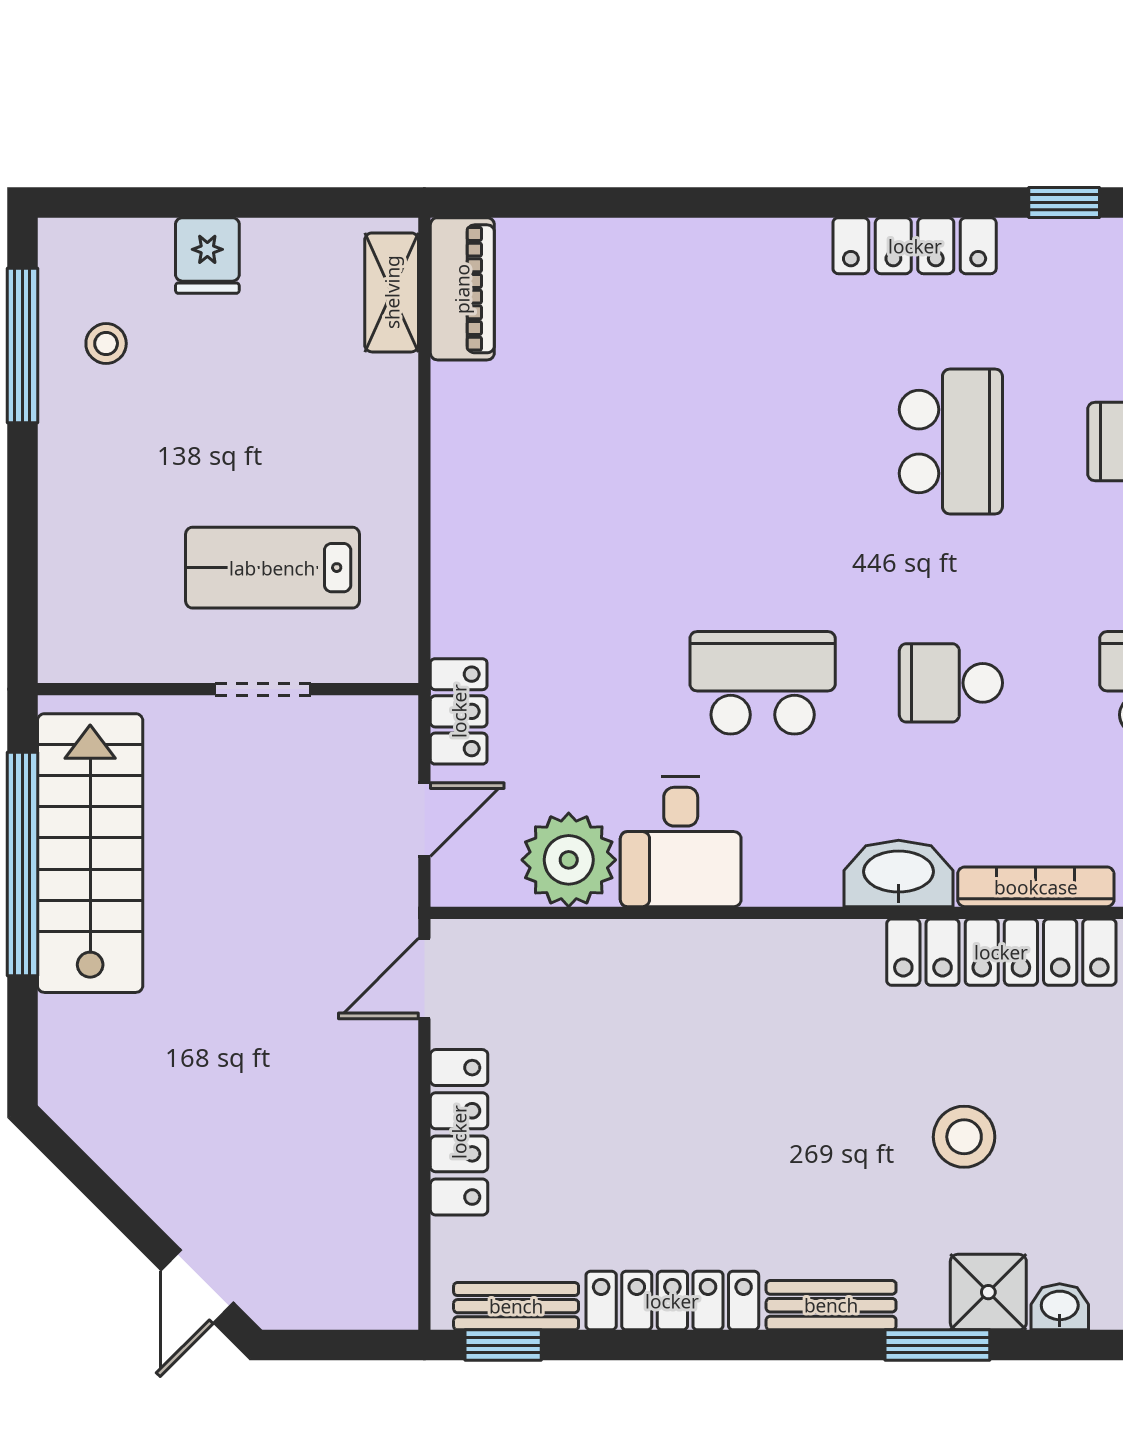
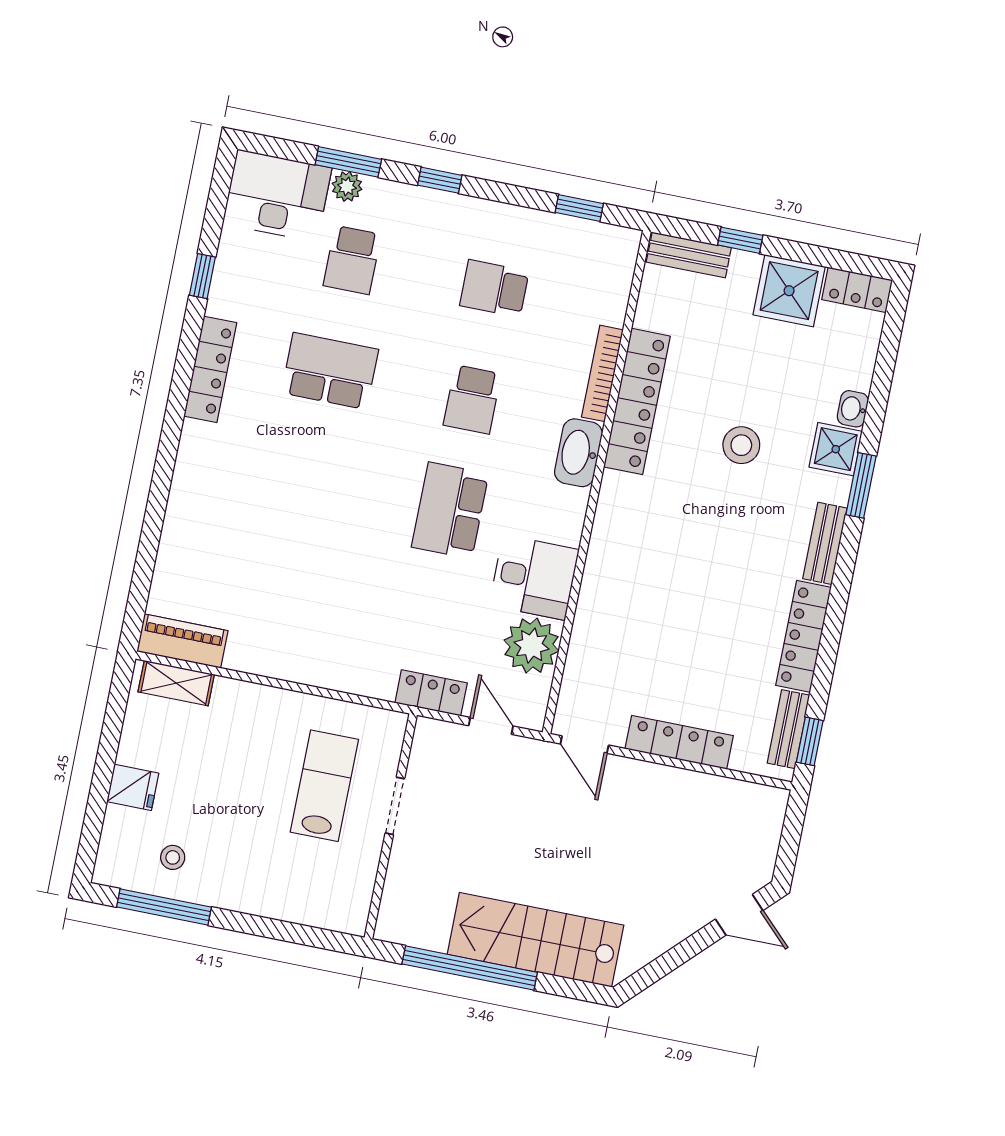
lab bench: (272, 568) -> (324, 786), turned 180
stairs: (90, 853) -> (536, 940), moved

